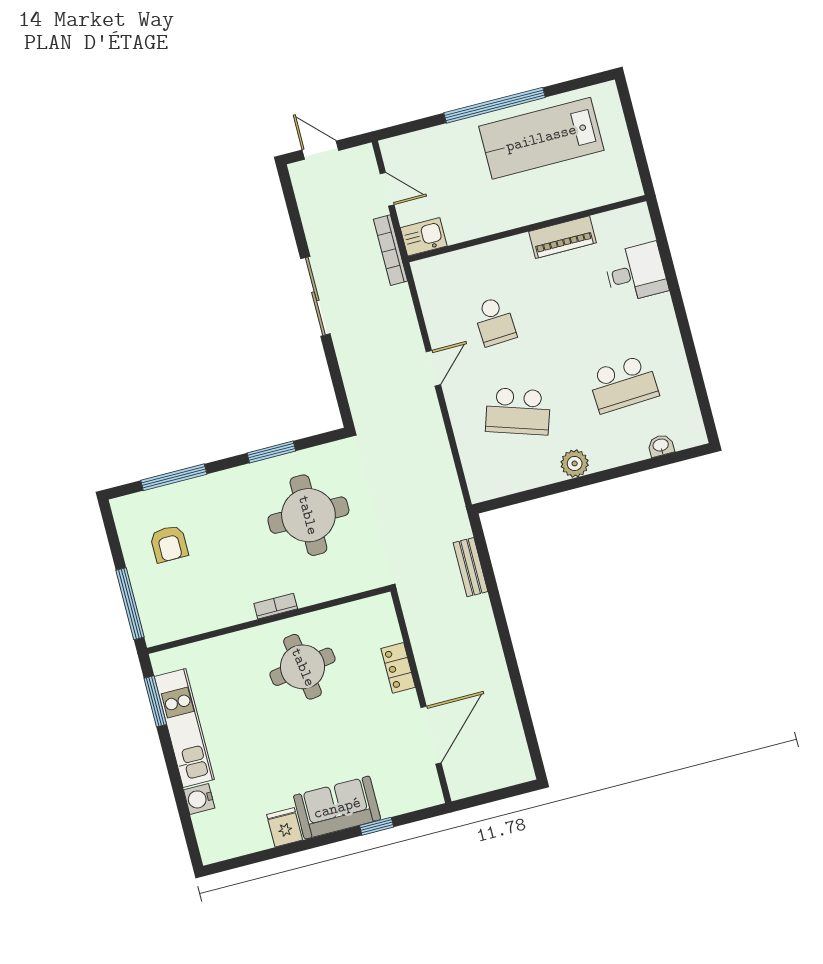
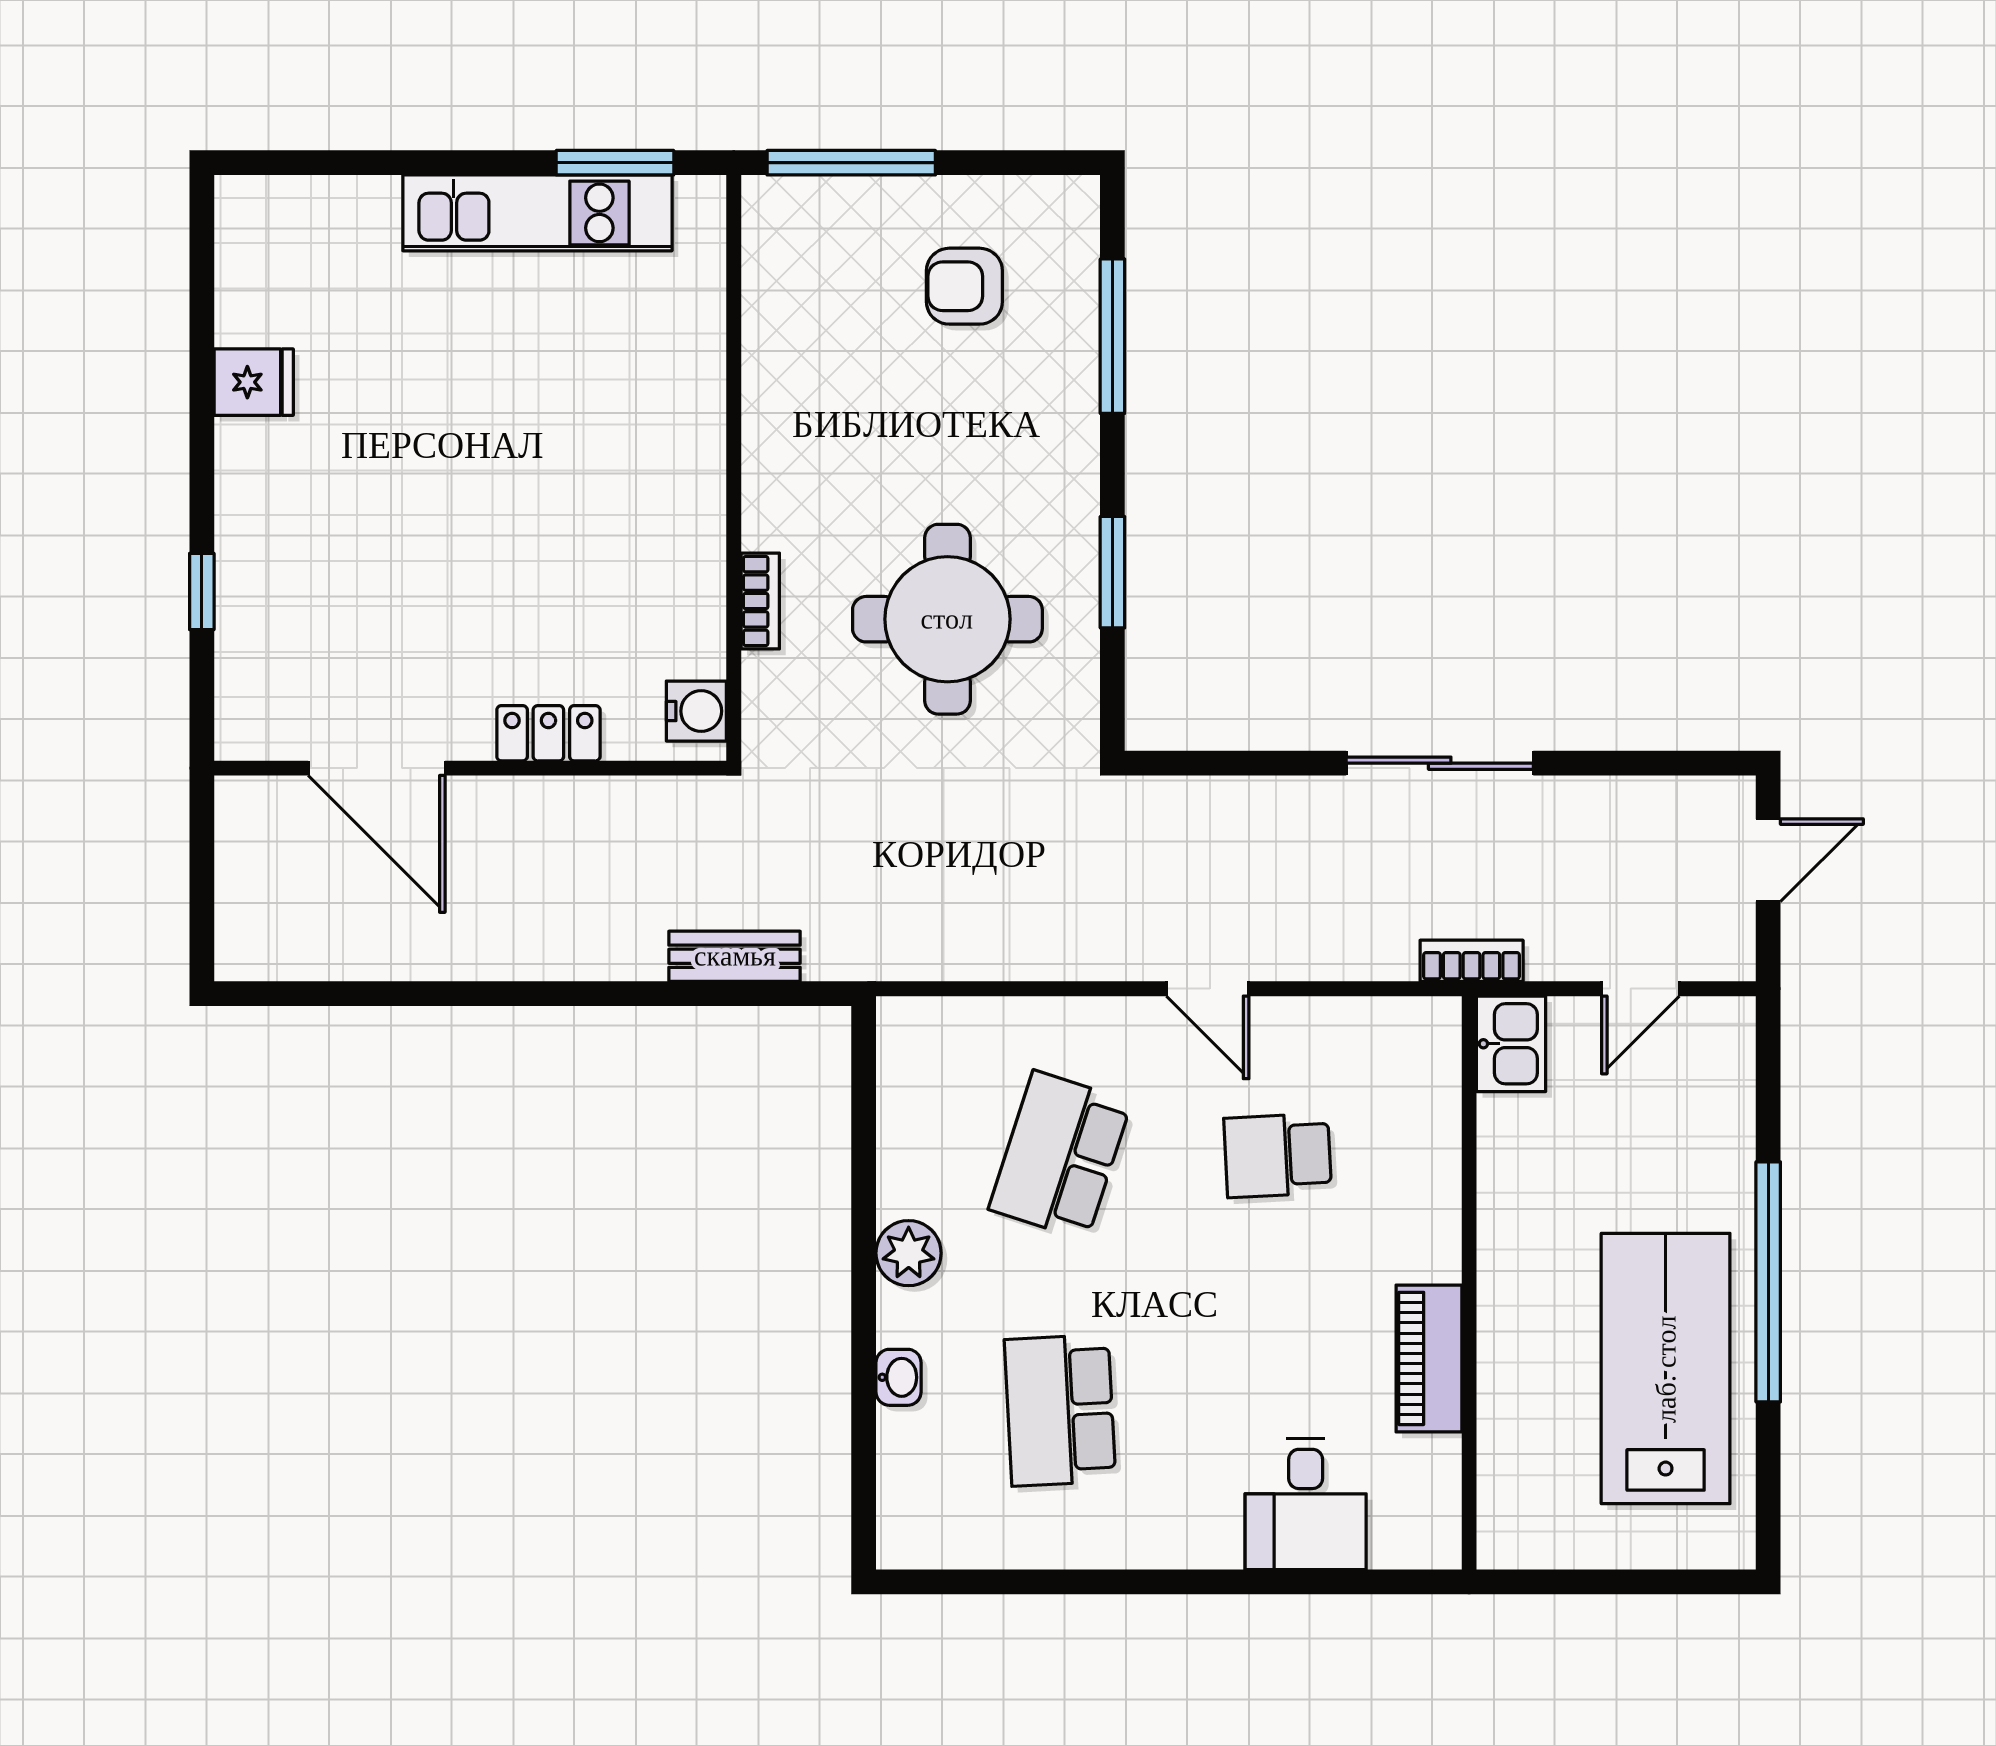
bookcase: (390, 250) -> (1472, 961), width x0.64
washbasin: (661, 446) -> (899, 1377), moved
bookcase: (276, 606) -> (760, 601), moved
round table: (303, 667) -> (607, 517), removed
water cooler: (199, 799) -> (696, 711), moved, turned 90
sofa: (337, 808) -> (267, 513), removed

